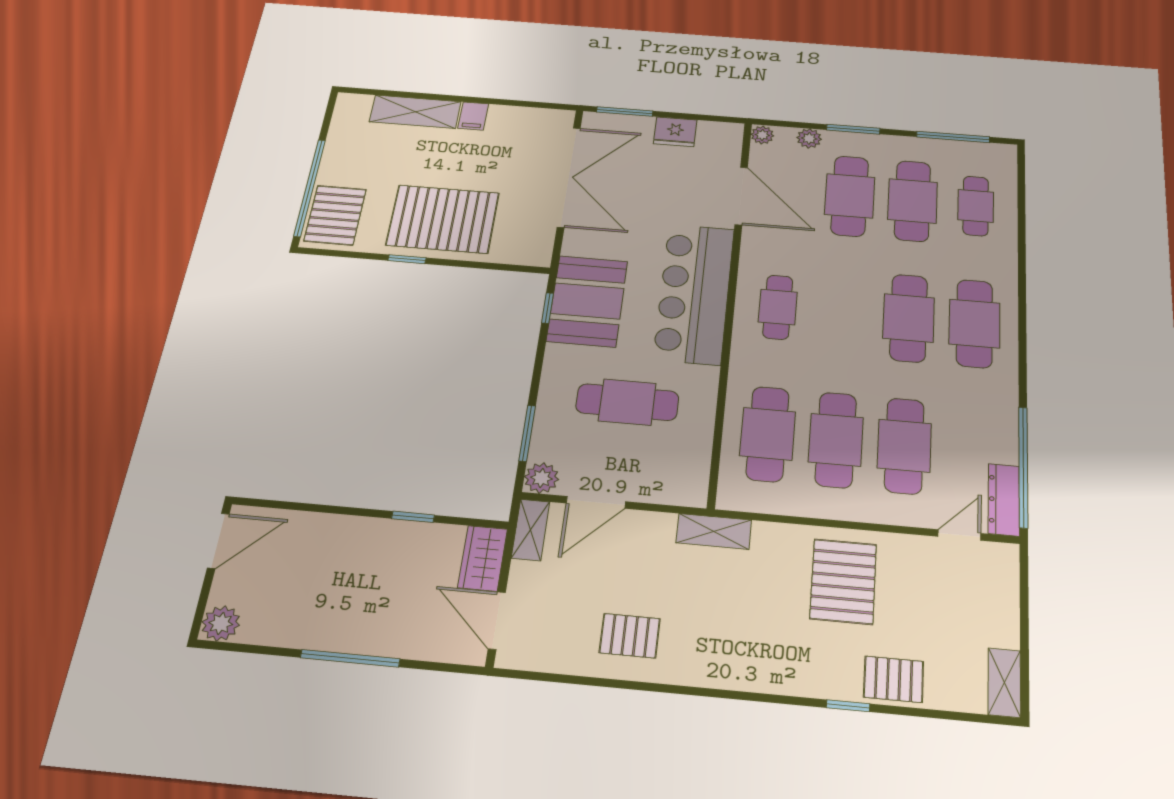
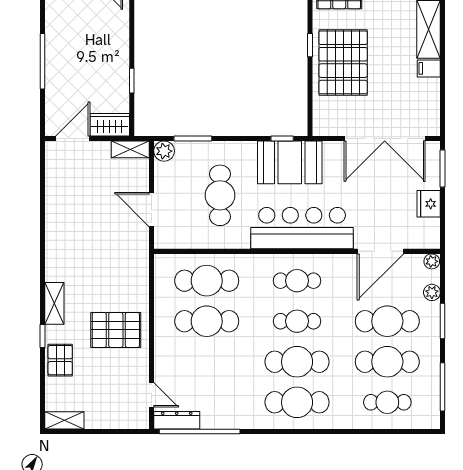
cafe table: (904, 446) -> (297, 321), moved, width x0.73, depth x0.74
door: (596, 502) -> (151, 210), moved
shelving: (714, 531) -> (54, 303), moved
pallet: (630, 636) -> (71, 213), removed

